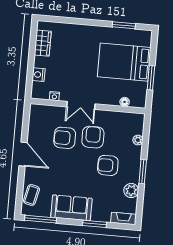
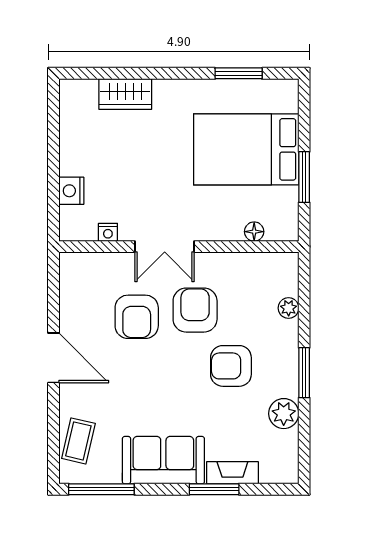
wardrobe: (43, 43) -> (125, 94), moved, turned 90
armchair: (65, 138) -> (137, 317), turned -90
fireplace: (123, 218) -> (232, 473), moved

